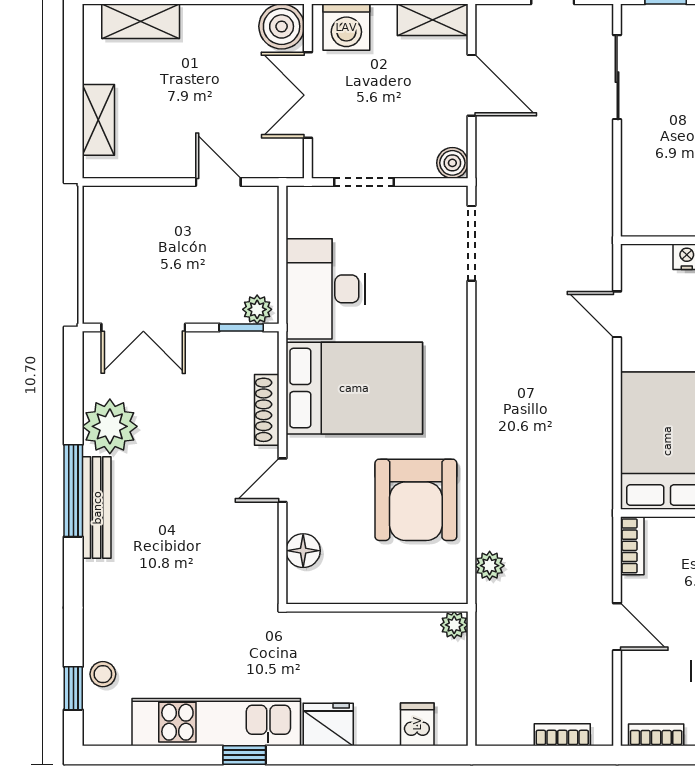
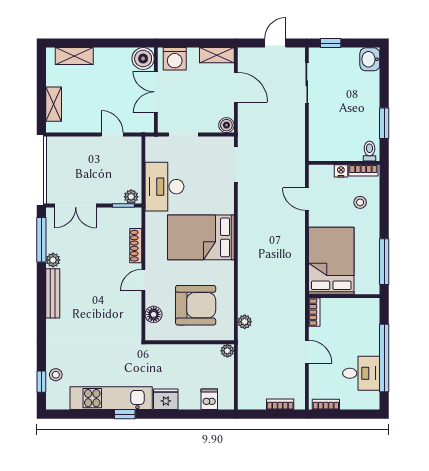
bed: (354, 388) -> (201, 237), moved, turned 180
plant: (110, 426) -> (53, 260), width x0.53, depth x0.53
window: (73, 491) -> (41, 240), moved
armchair: (416, 500) -> (196, 305), moved, turned -90

